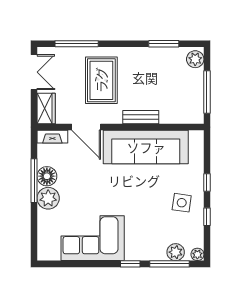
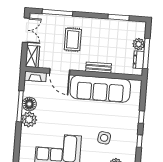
plant: (195, 59) -> (139, 44), moved
rug: (101, 80) -> (73, 40), width x0.73, depth x0.70
dresser: (197, 102) -> (139, 60), added
side table: (182, 203) -> (104, 138), moved

